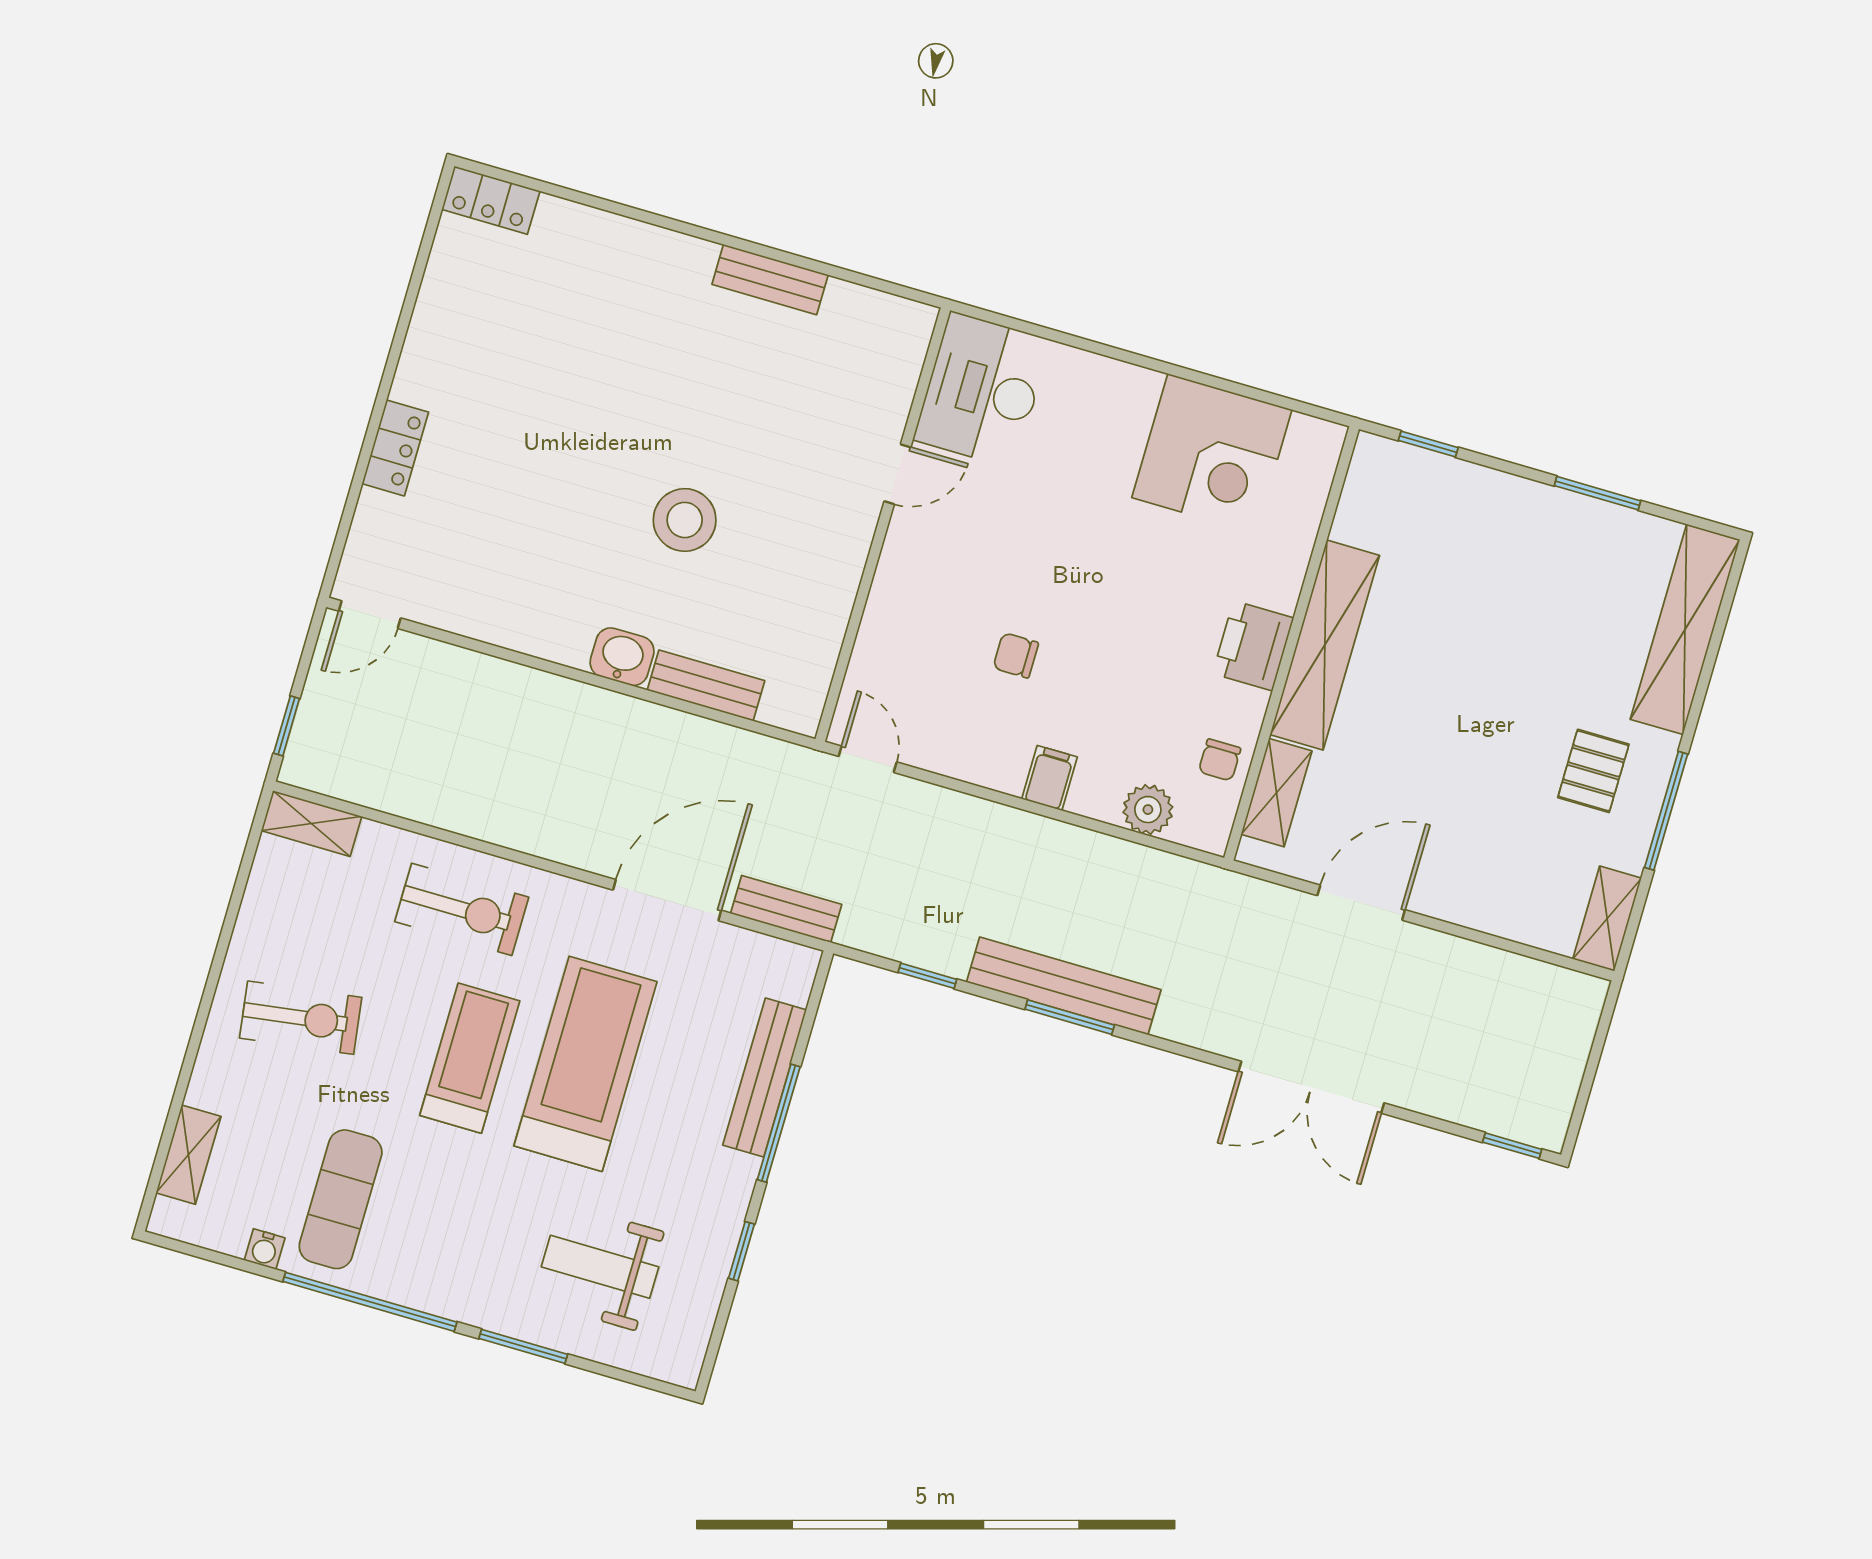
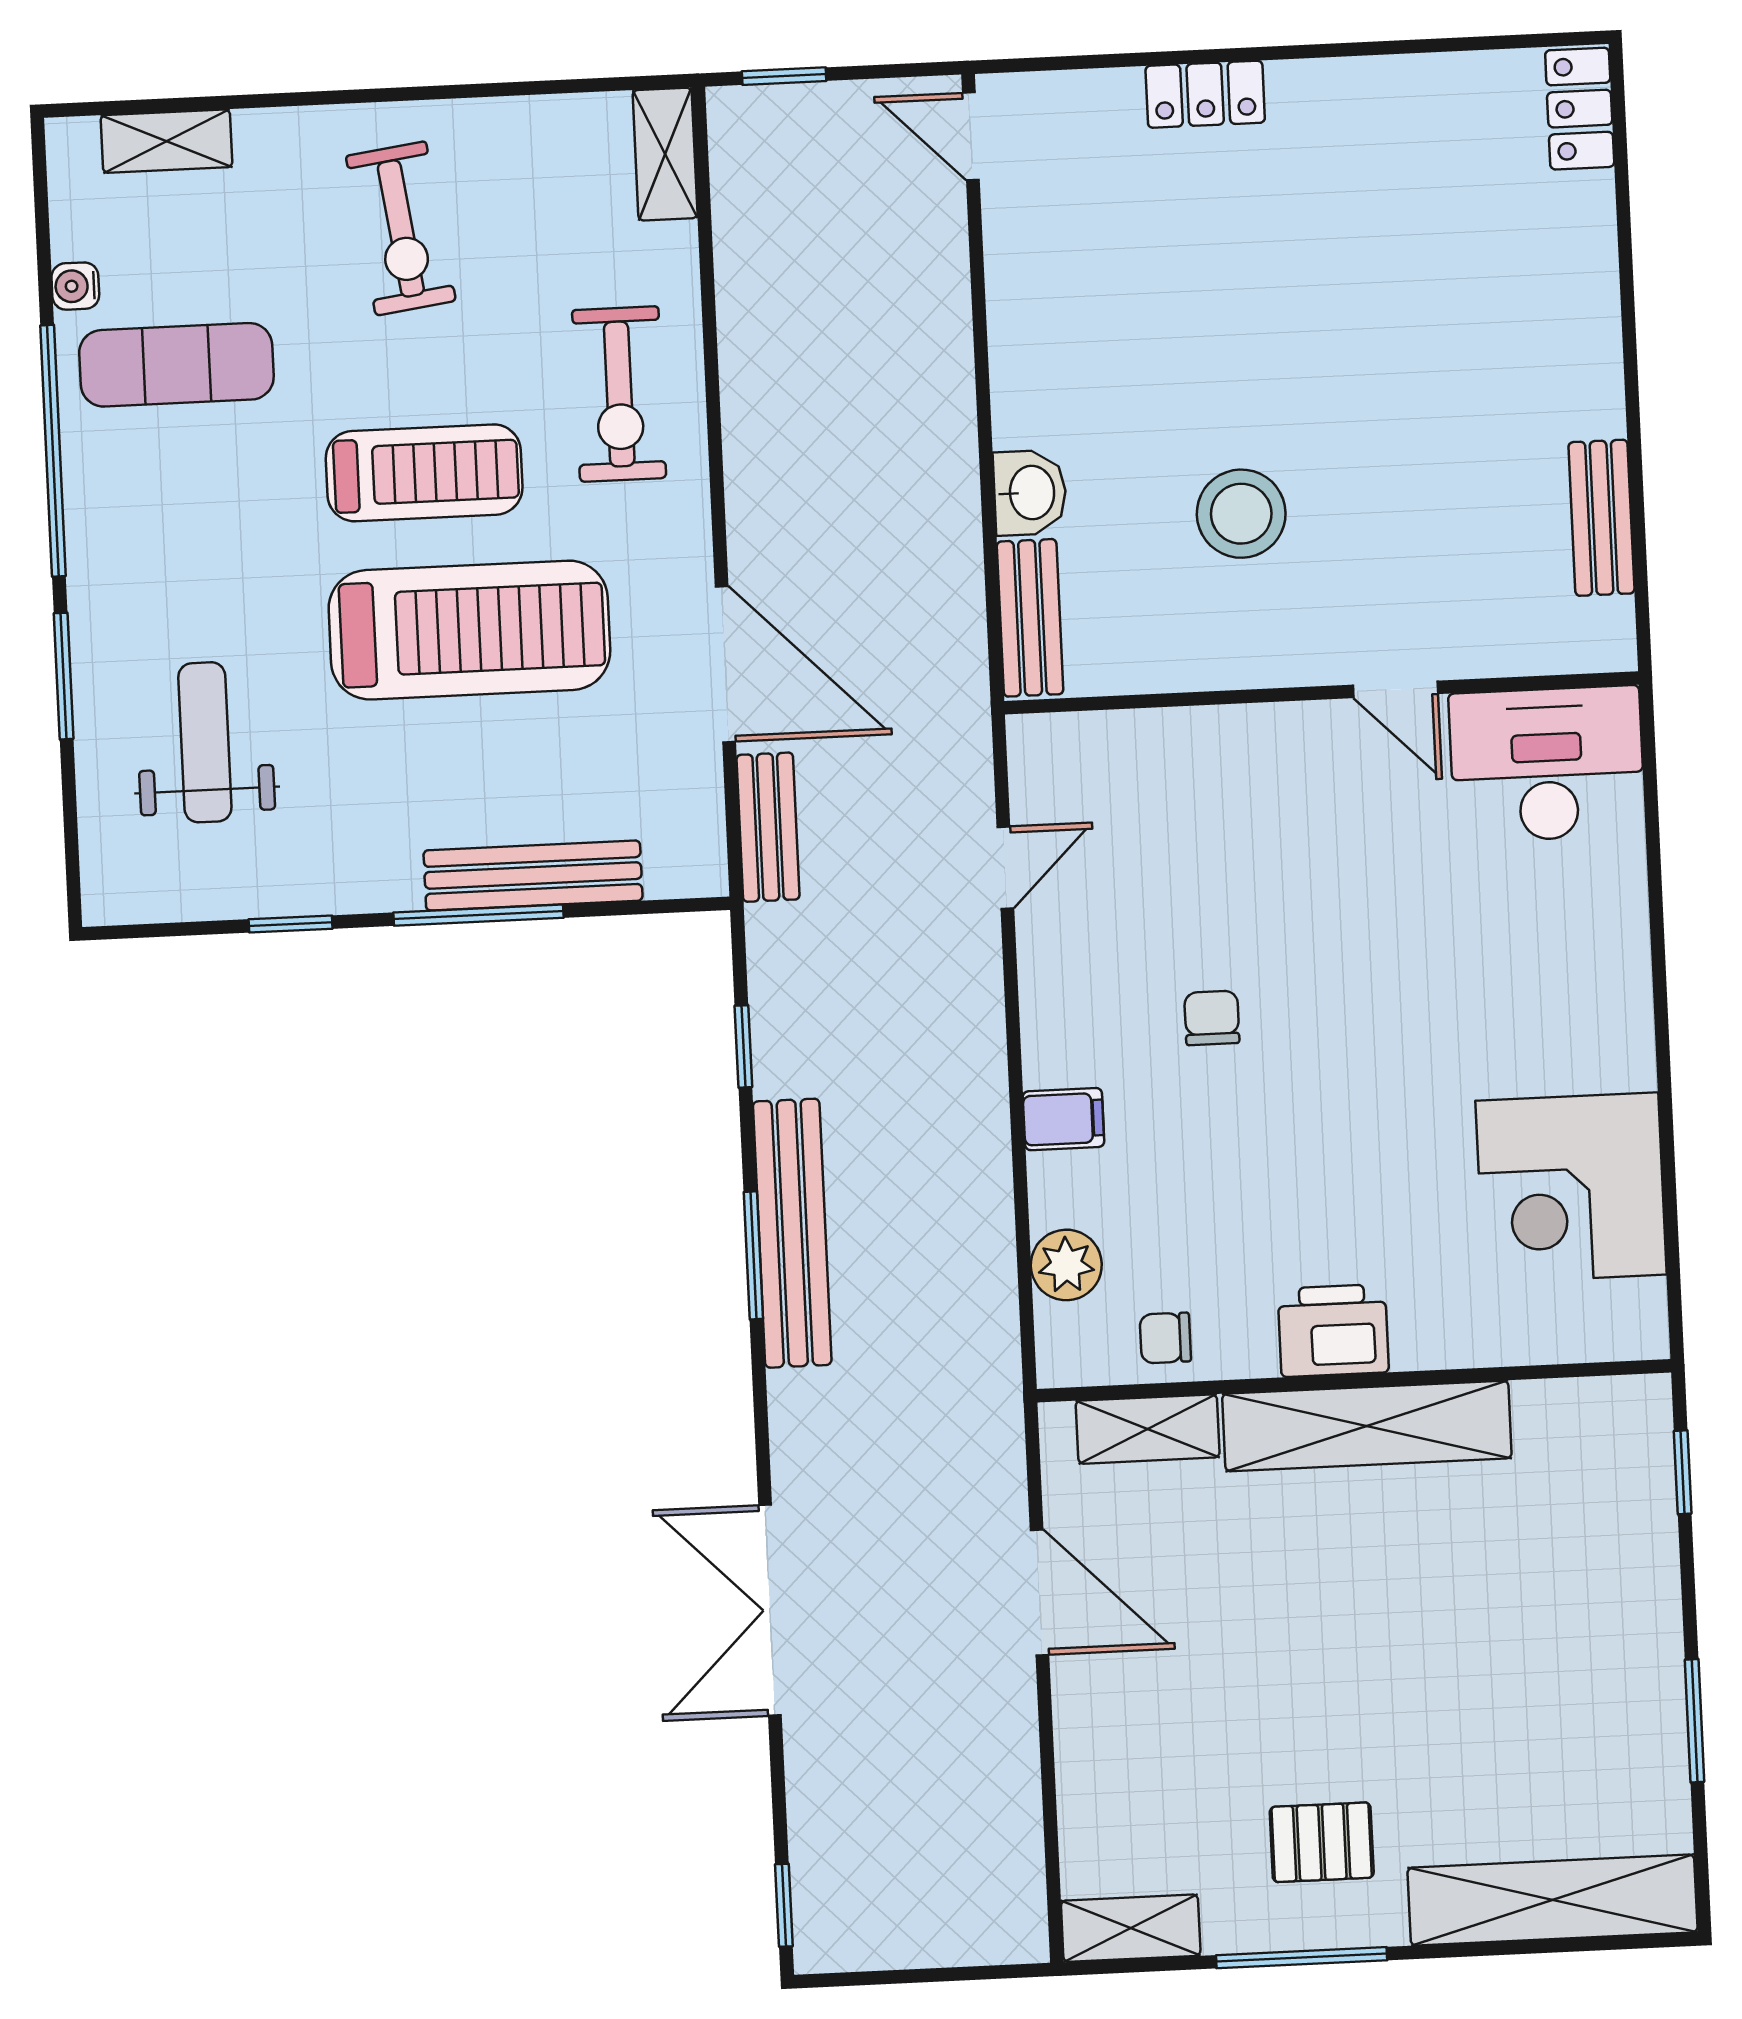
desk: (982, 390) -> (1547, 764), moved
door: (897, 474) -> (1395, 689), moved
wall: (883, 525) -> (1322, 693), moved

